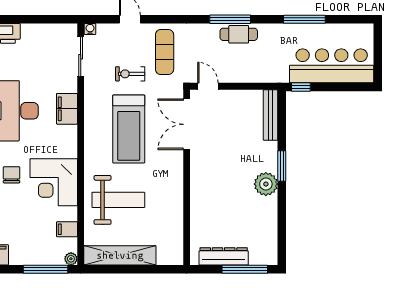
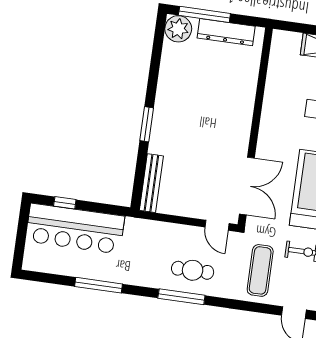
cafe table: (239, 34) -> (193, 270), moved
window: (301, 87) -> (65, 203), moved
plant: (266, 184) -> (178, 29), moved

